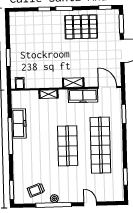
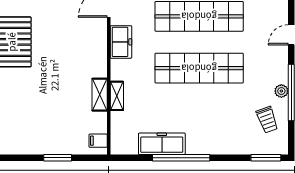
shelving: (73, 83) -> (100, 95), moved
freezer: (83, 96) -> (121, 42), width x0.71
shop shelf: (68, 146) -> (199, 68), width x1.40

